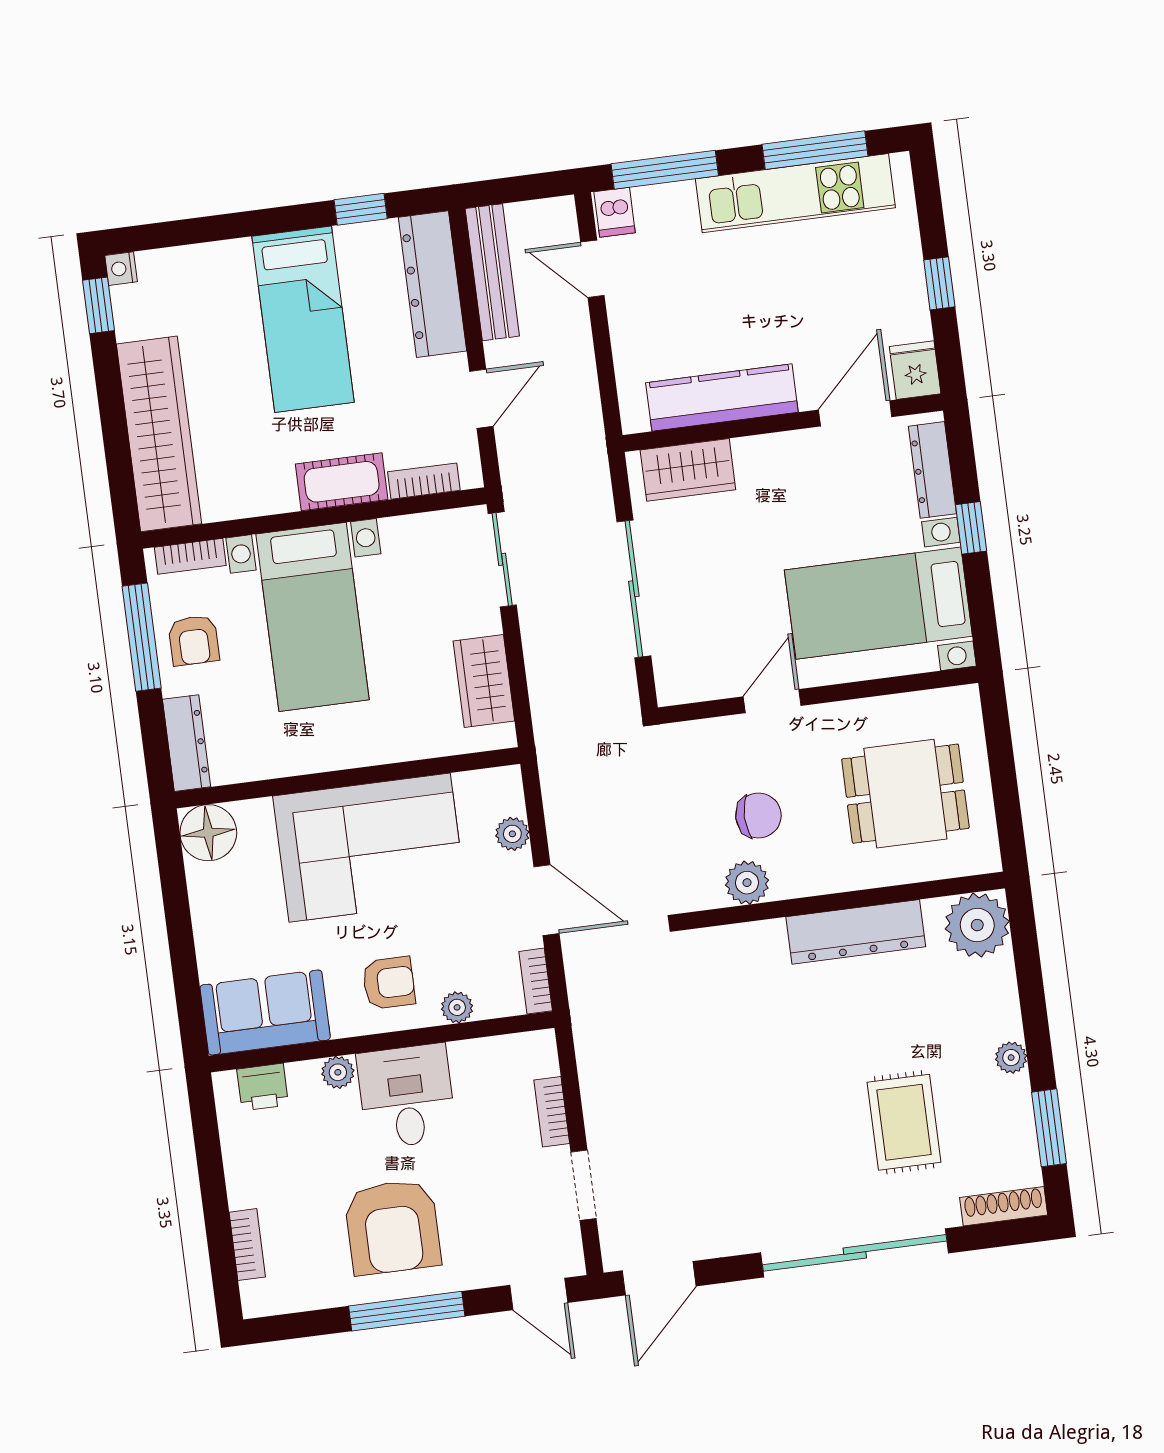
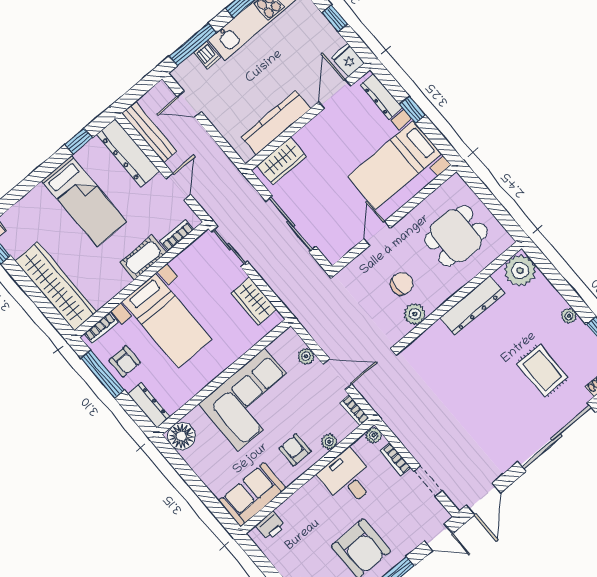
dishwasher: (615, 212) -> (207, 55), moved
armchair: (389, 983) -> (295, 450), turned -90
plant: (338, 1072) -> (374, 435), moved
desk: (406, 1096) -> (348, 478), moved

